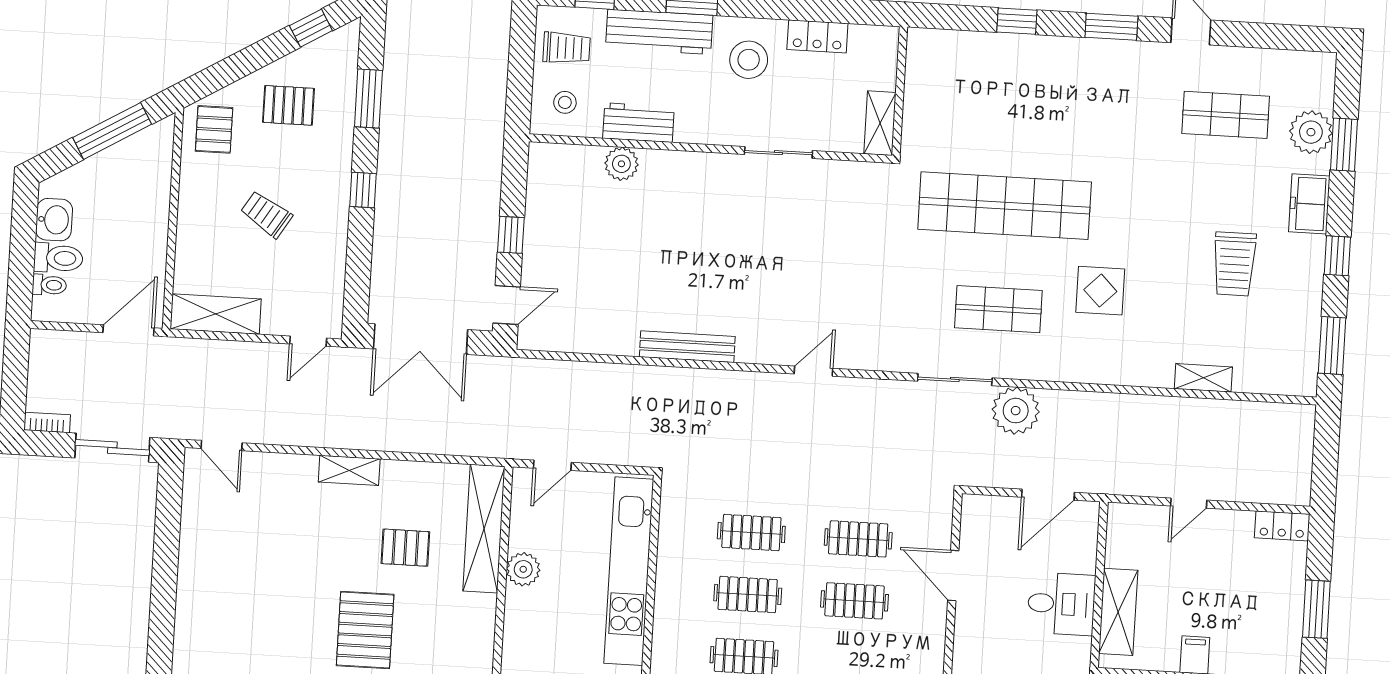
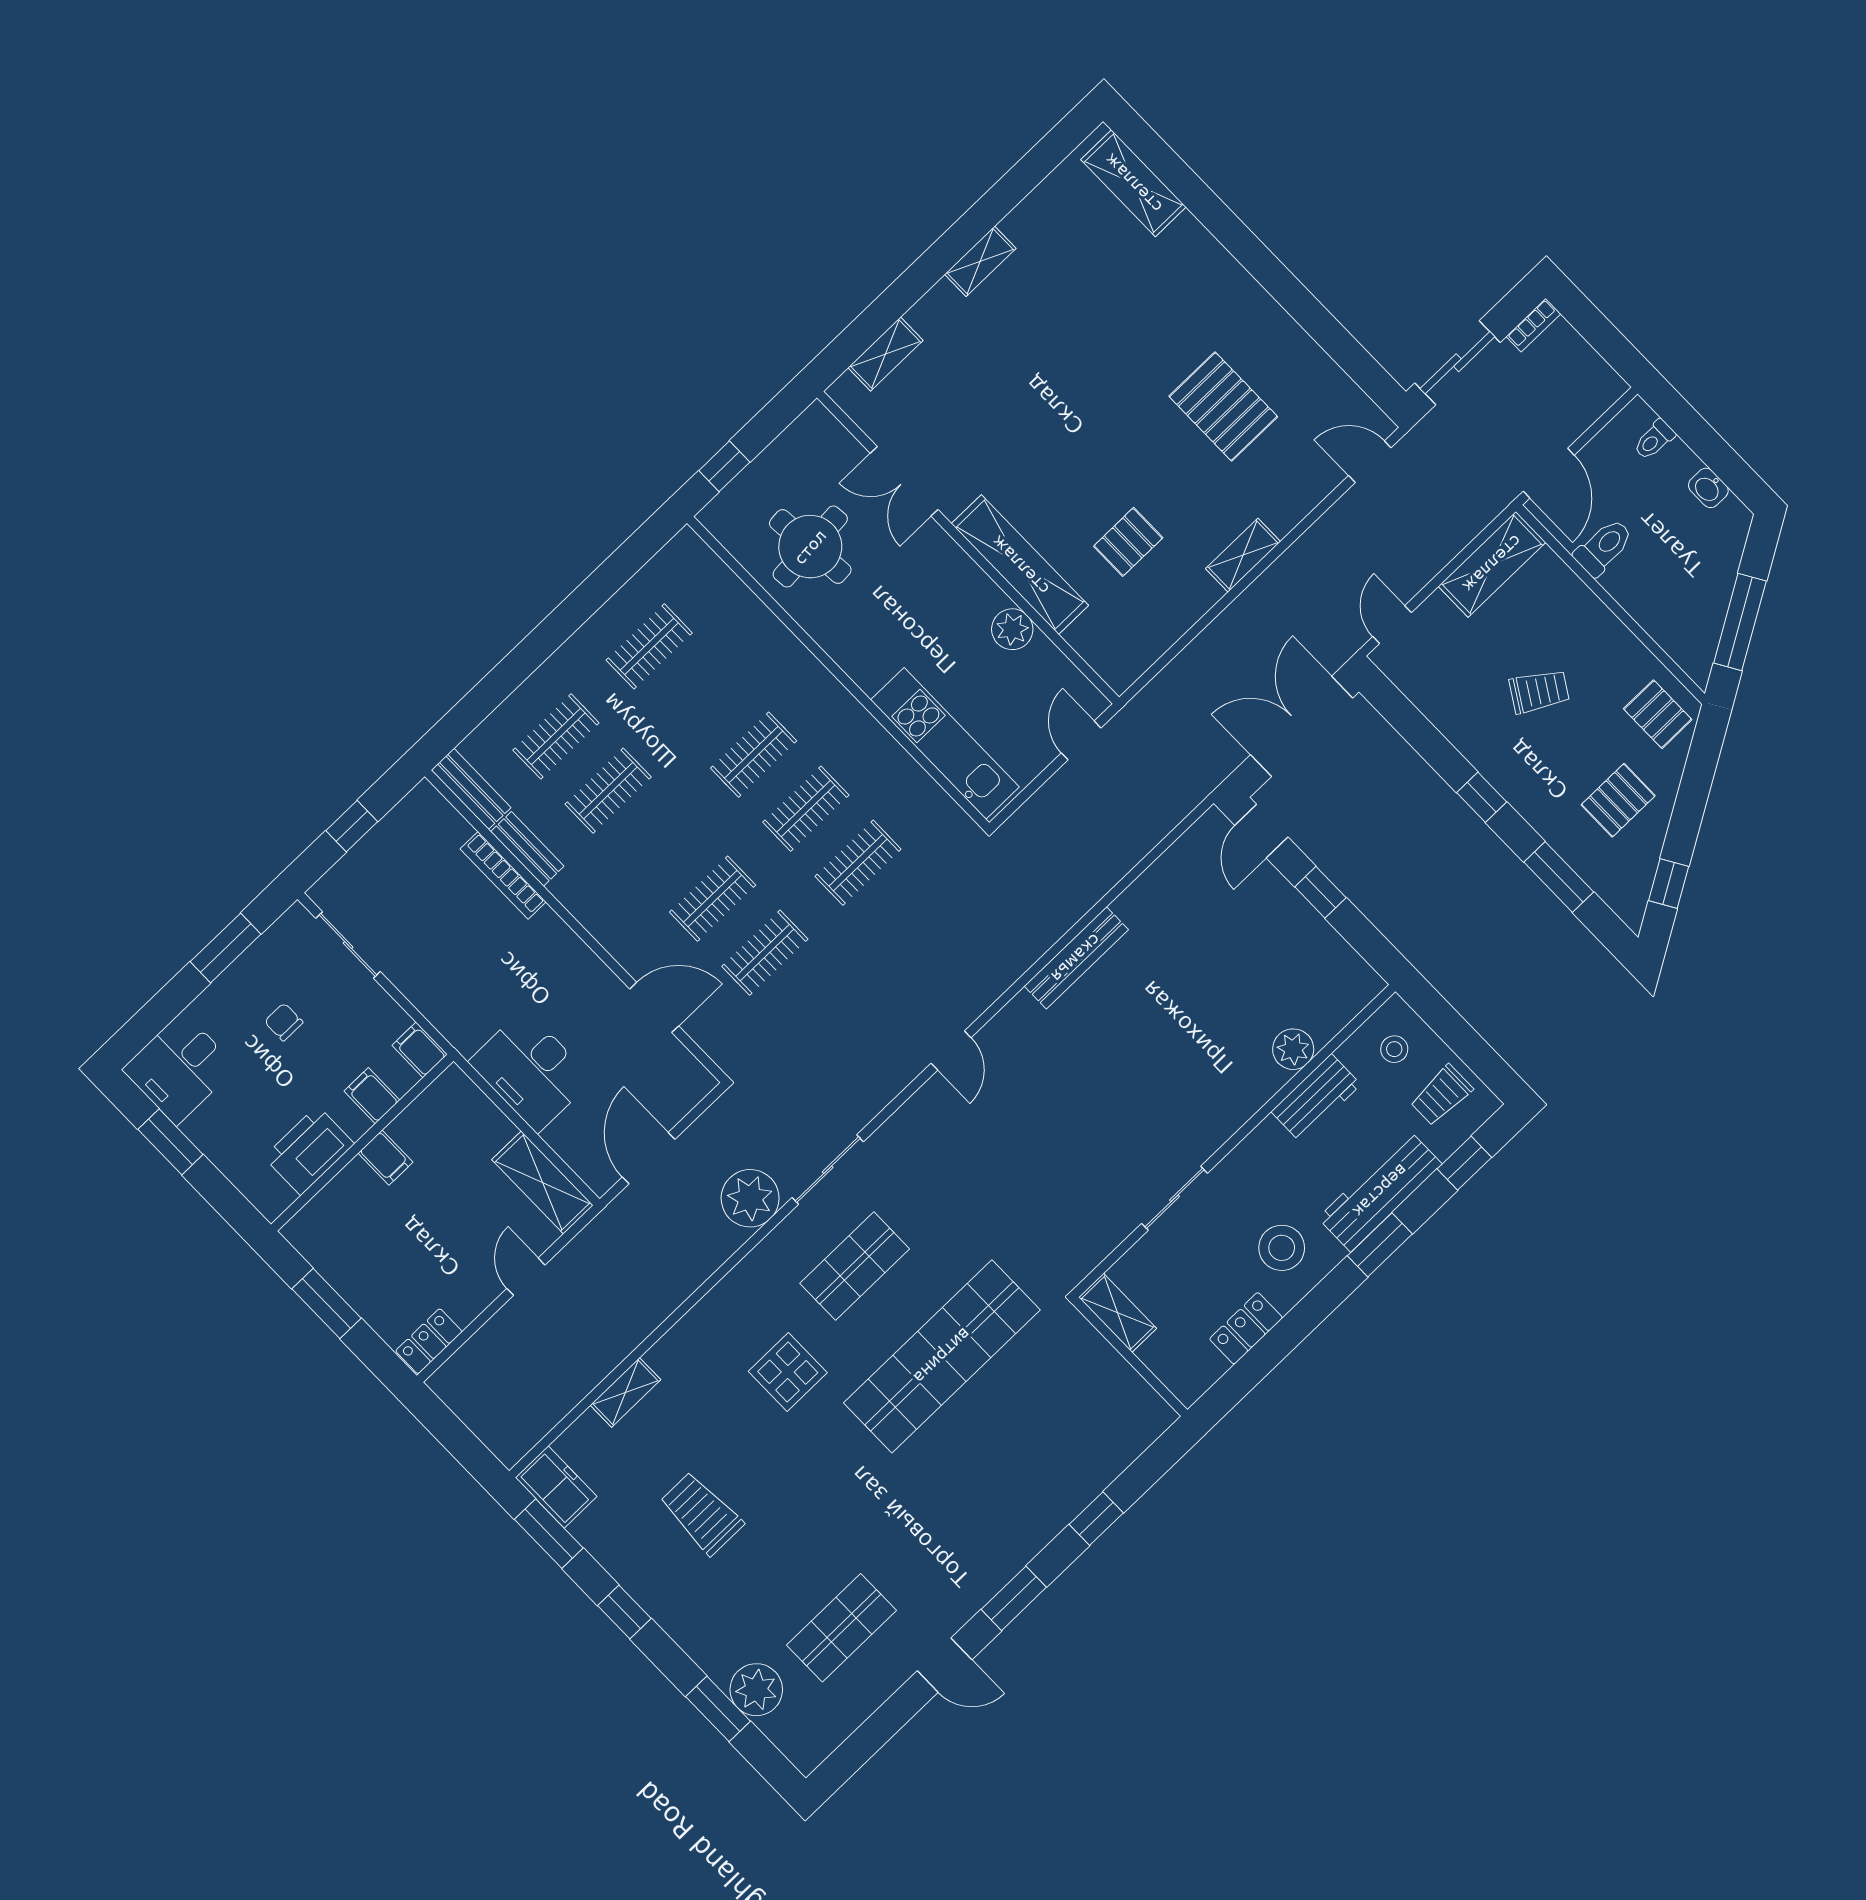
freezer: (1309, 204) -> (556, 1487), moved
washbasin: (54, 220) -> (1708, 488), width x0.72, depth x0.69
toilet: (58, 258) -> (1604, 547), moved, turned 180
shelving: (484, 529) -> (1020, 565), moved
kitchen unit: (629, 571) -> (945, 743), width x0.73
desk: (1061, 604) -> (531, 1071), width x1.37
shelving: (1118, 612) -> (542, 1182), moved
pallet: (365, 630) -> (1223, 407), moved

